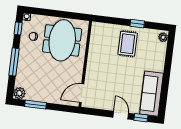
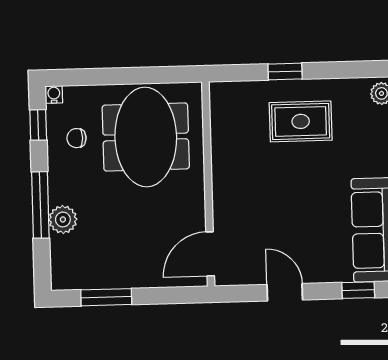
window: (137, 24) -> (285, 71), moved
rug: (128, 44) -> (301, 121), turned 90
plant: (19, 93) -> (63, 219), moved
door: (121, 115) -> (285, 292), moved

